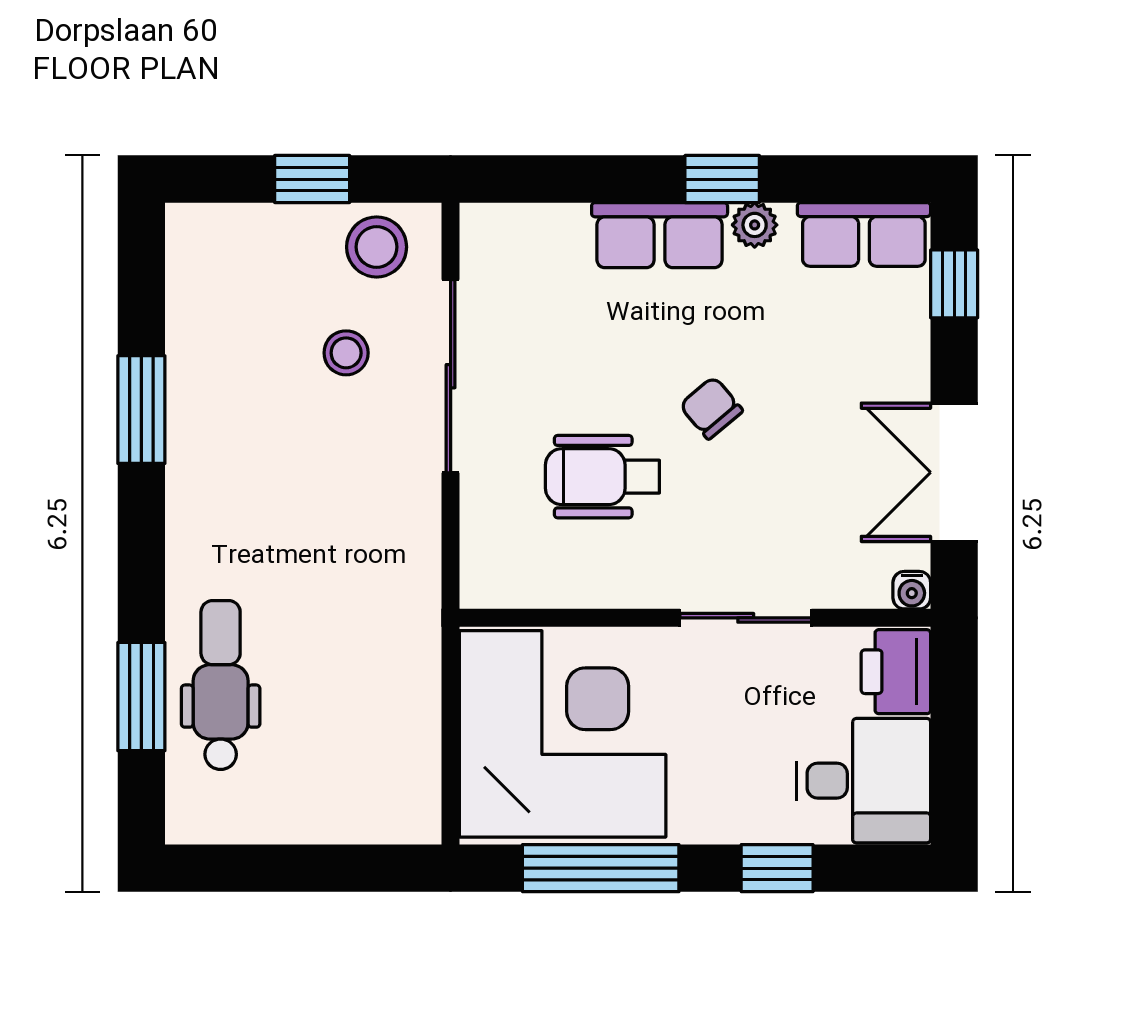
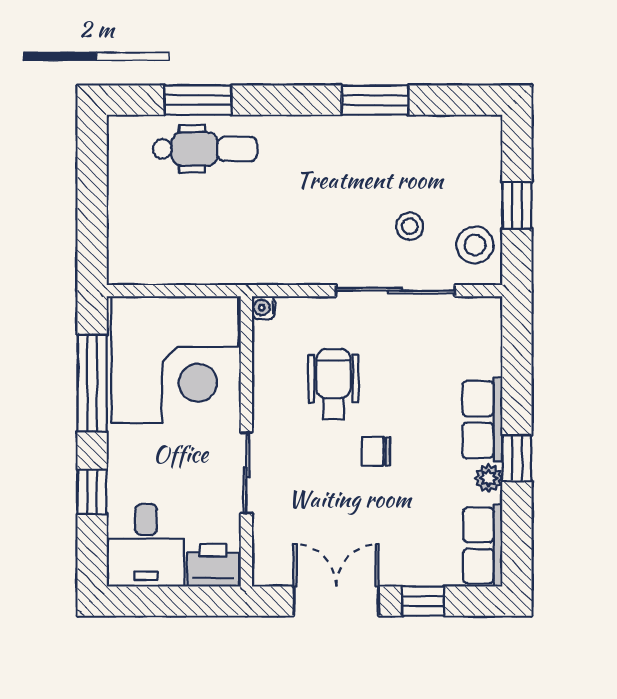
window: (954, 284) -> (423, 601), moved
chair: (711, 408) -> (376, 451), turned -140
water cooler: (912, 590) -> (263, 308), moved

